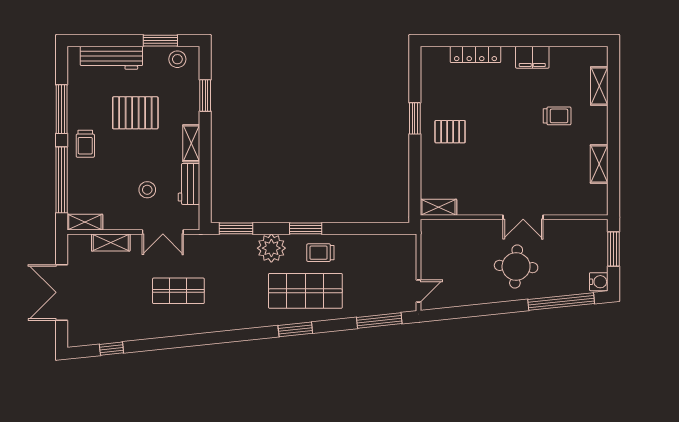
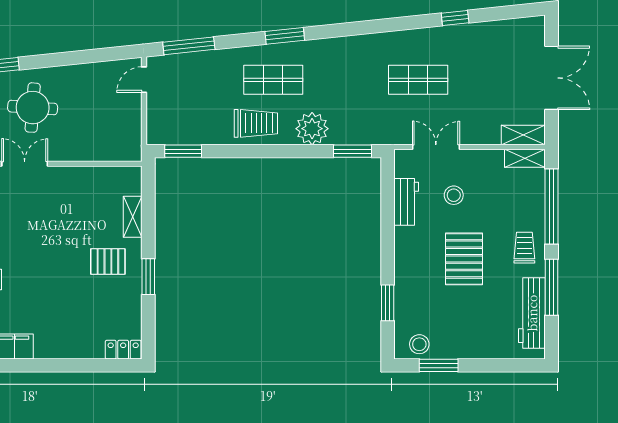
locker: (475, 54) -> (123, 350), moved, width x0.66
workbench: (111, 58) -> (532, 313), moved, turned -90
pallet: (135, 113) -> (464, 259), moved, turned 90
shelving: (191, 143) -> (404, 248), removed
shelving: (438, 207) -> (133, 217), moved, turned 90
window: (306, 228) -> (183, 151), moved
shelving: (111, 242) -> (523, 135), moved
trolley: (320, 253) -> (256, 123), width x1.36, depth x1.39
shop shelf: (305, 291) -> (273, 80), width x0.70, depth x0.74
window: (111, 349) -> (455, 18), moved

